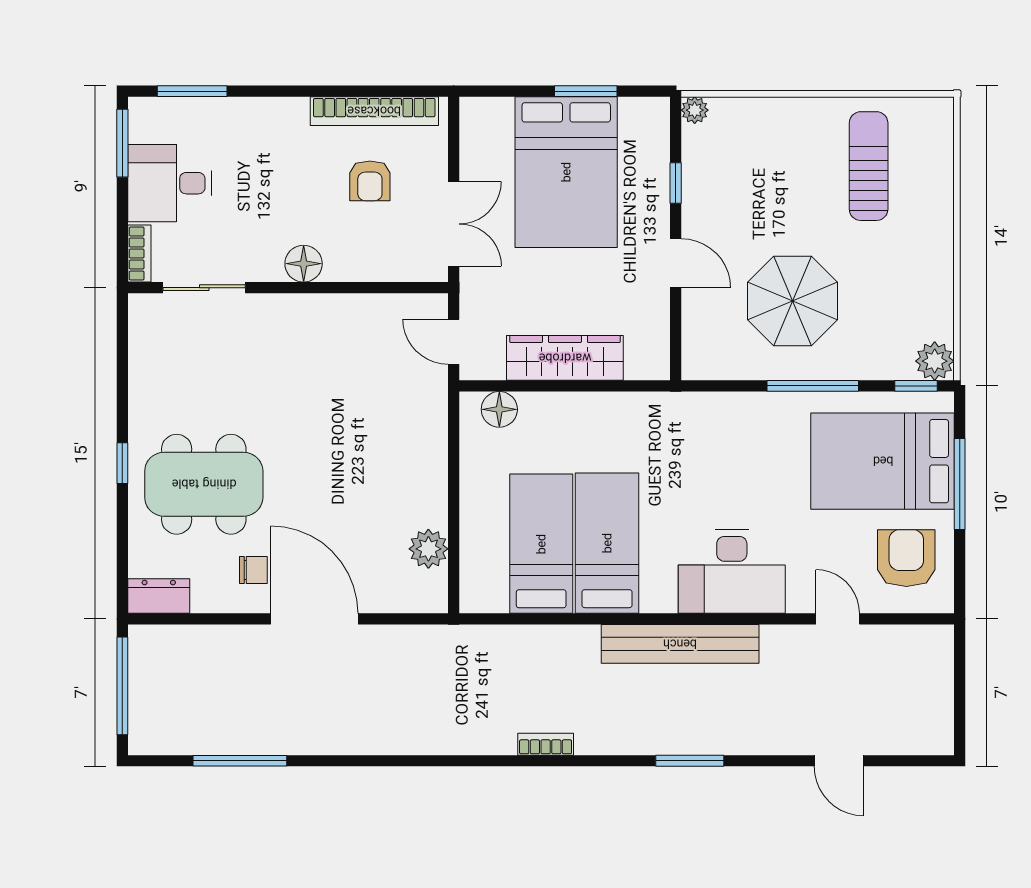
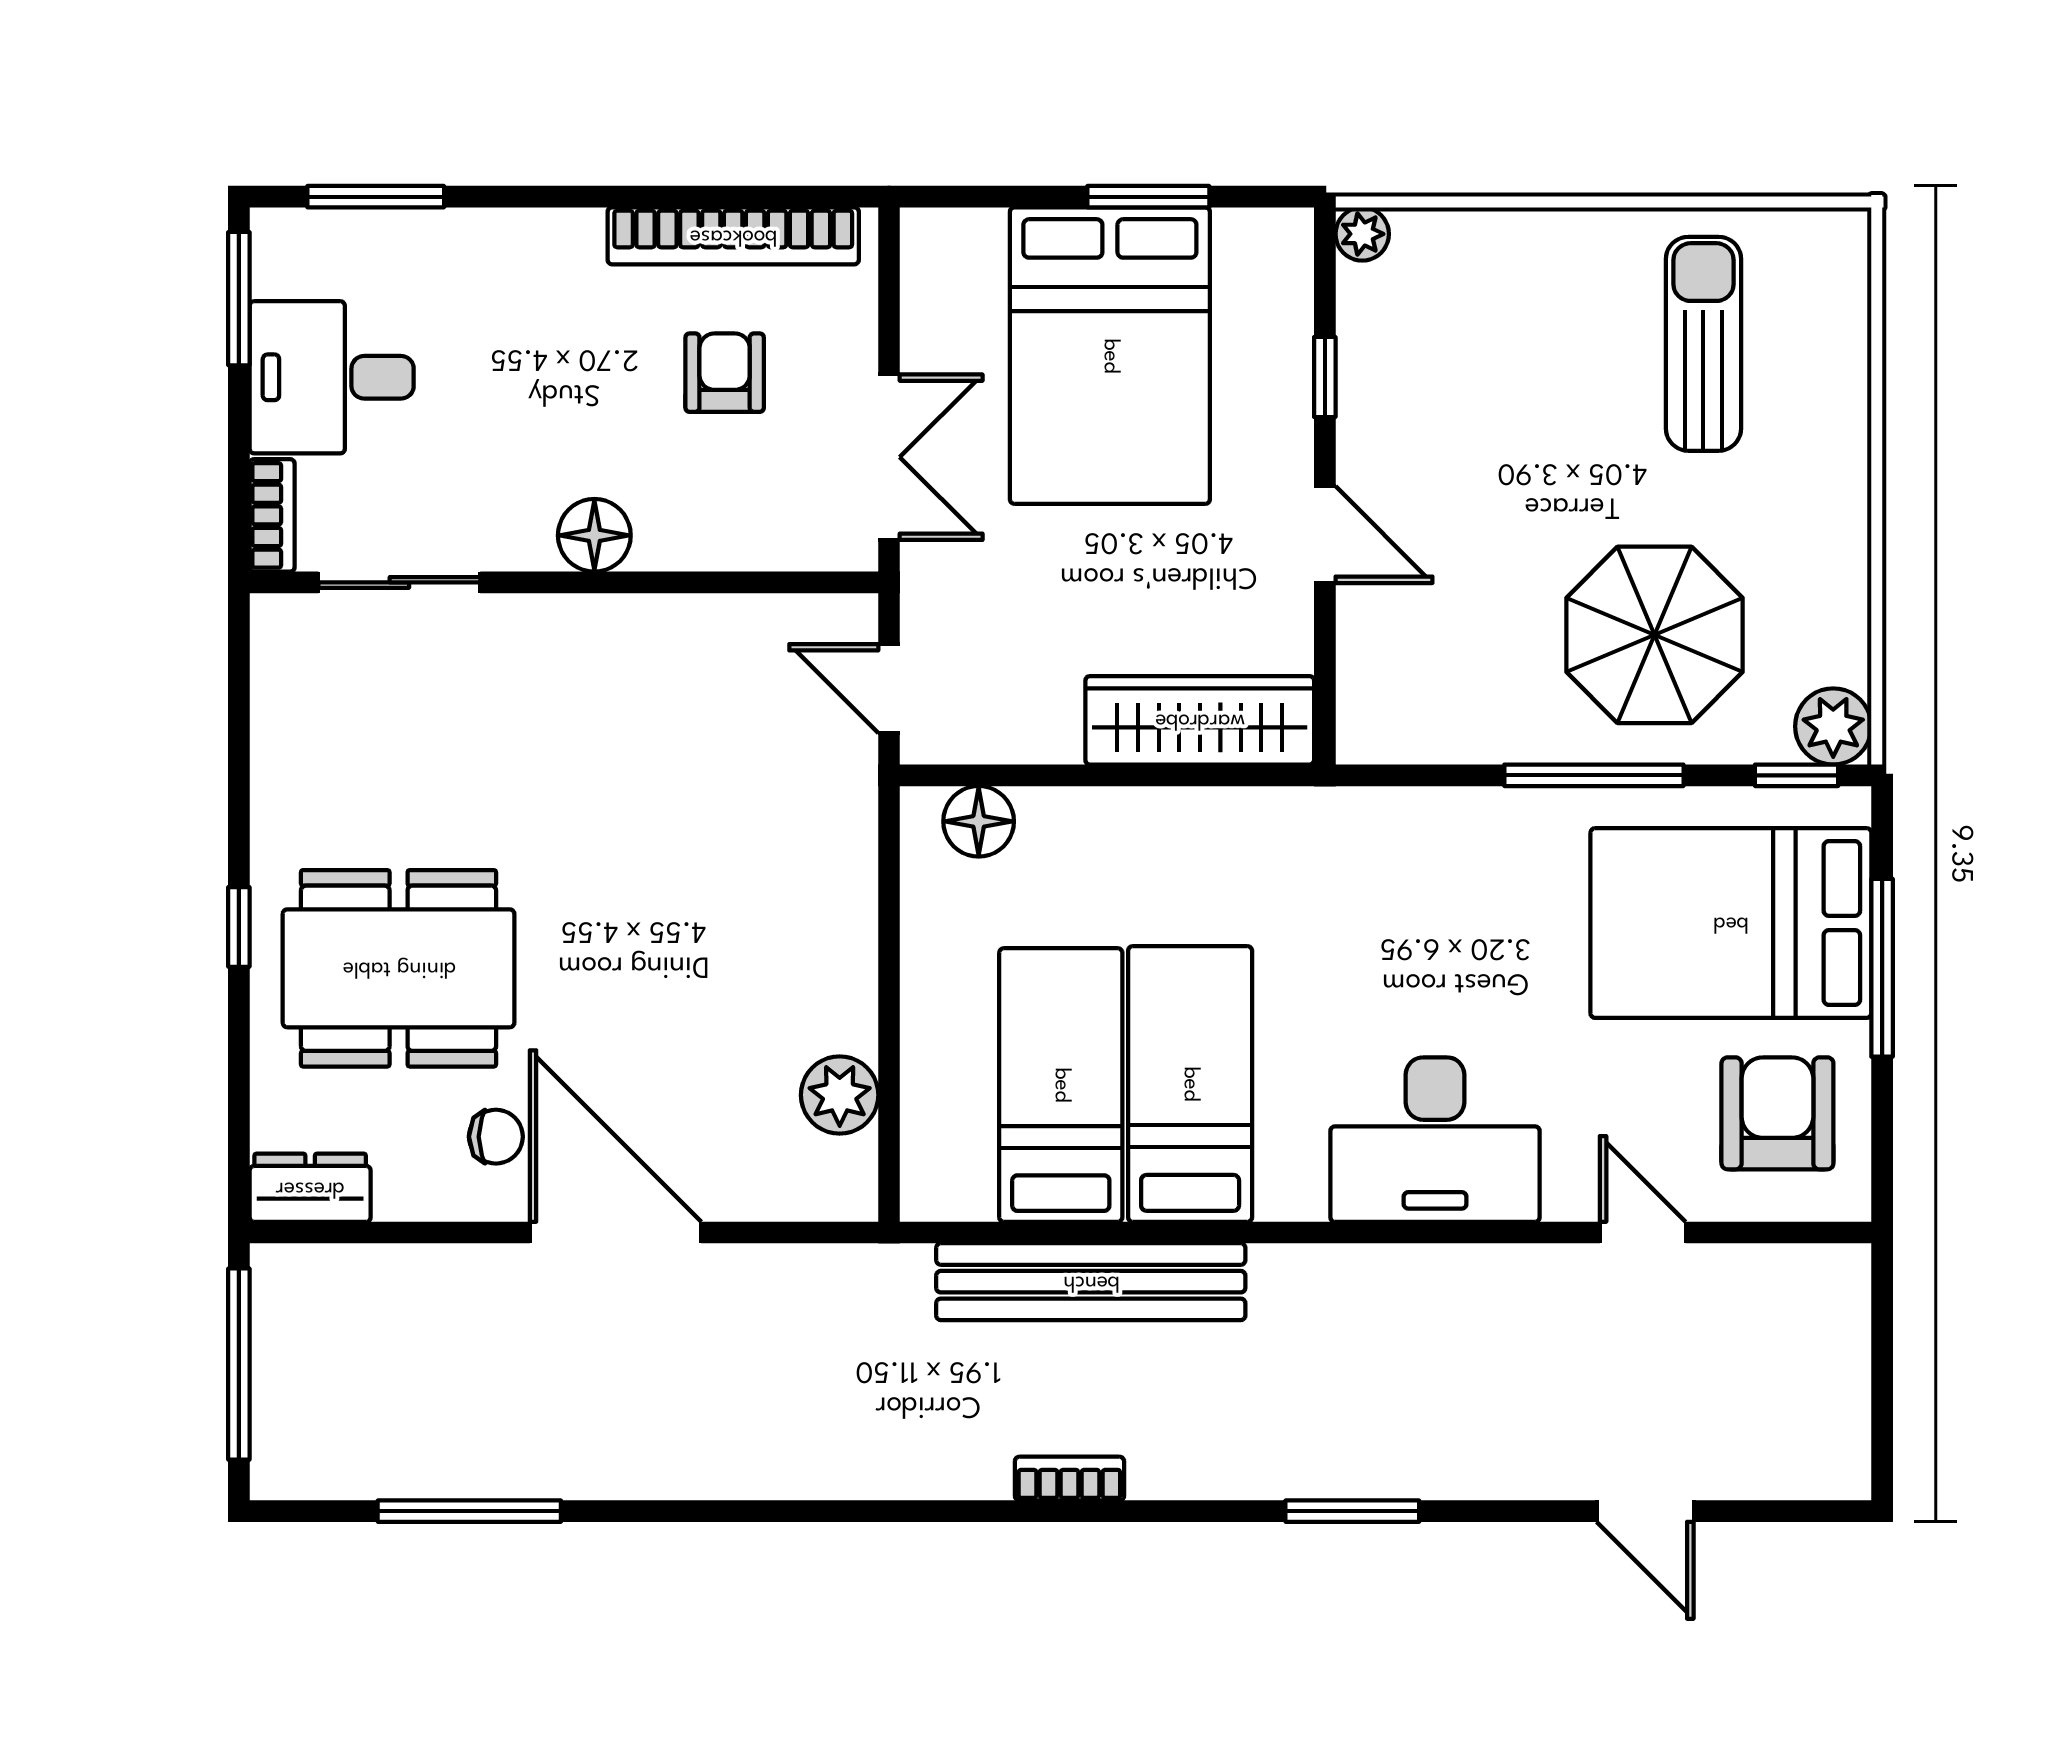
armchair: (370, 181) -> (725, 373), turned 180
parasol: (793, 301) -> (1655, 635), moved
wardrobe: (565, 358) -> (1200, 720), moved
bench: (680, 644) -> (1091, 1282), moved

